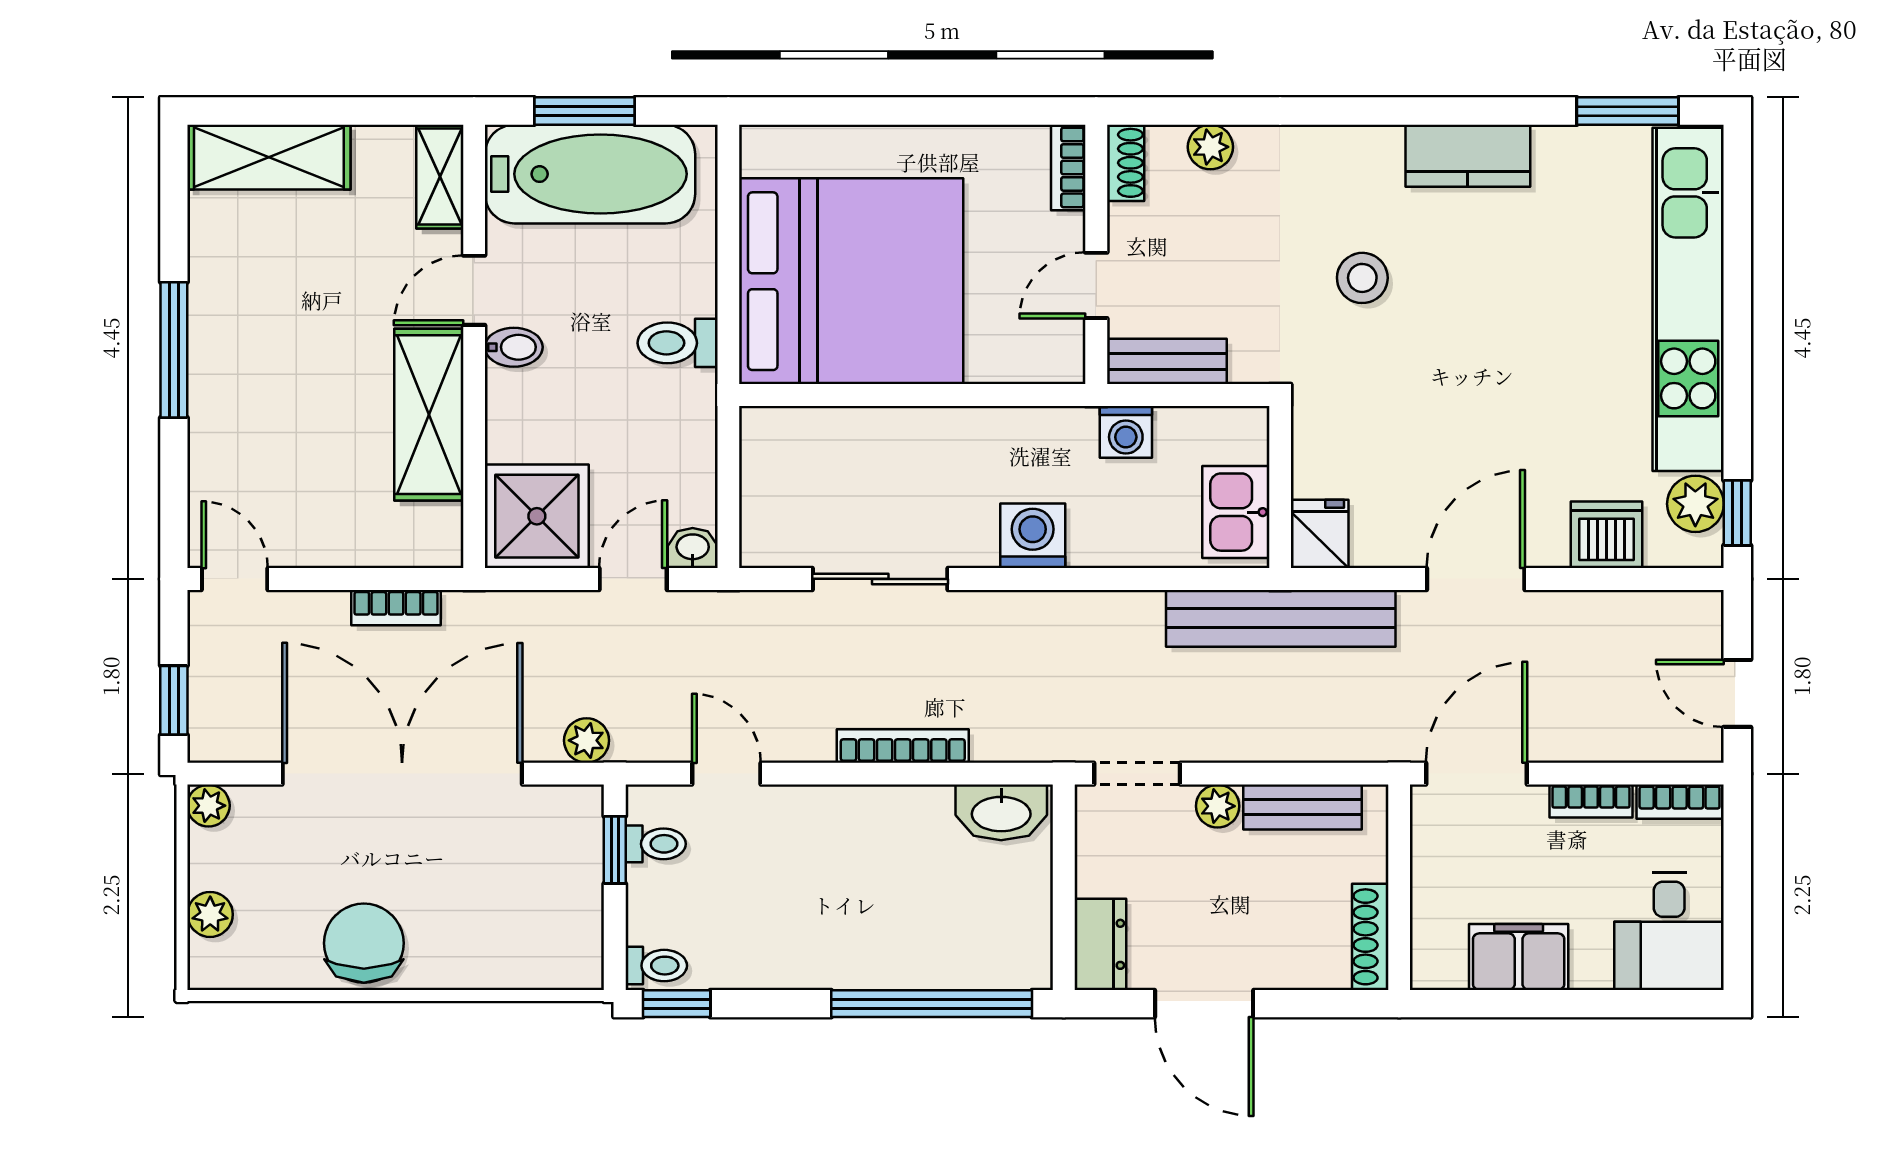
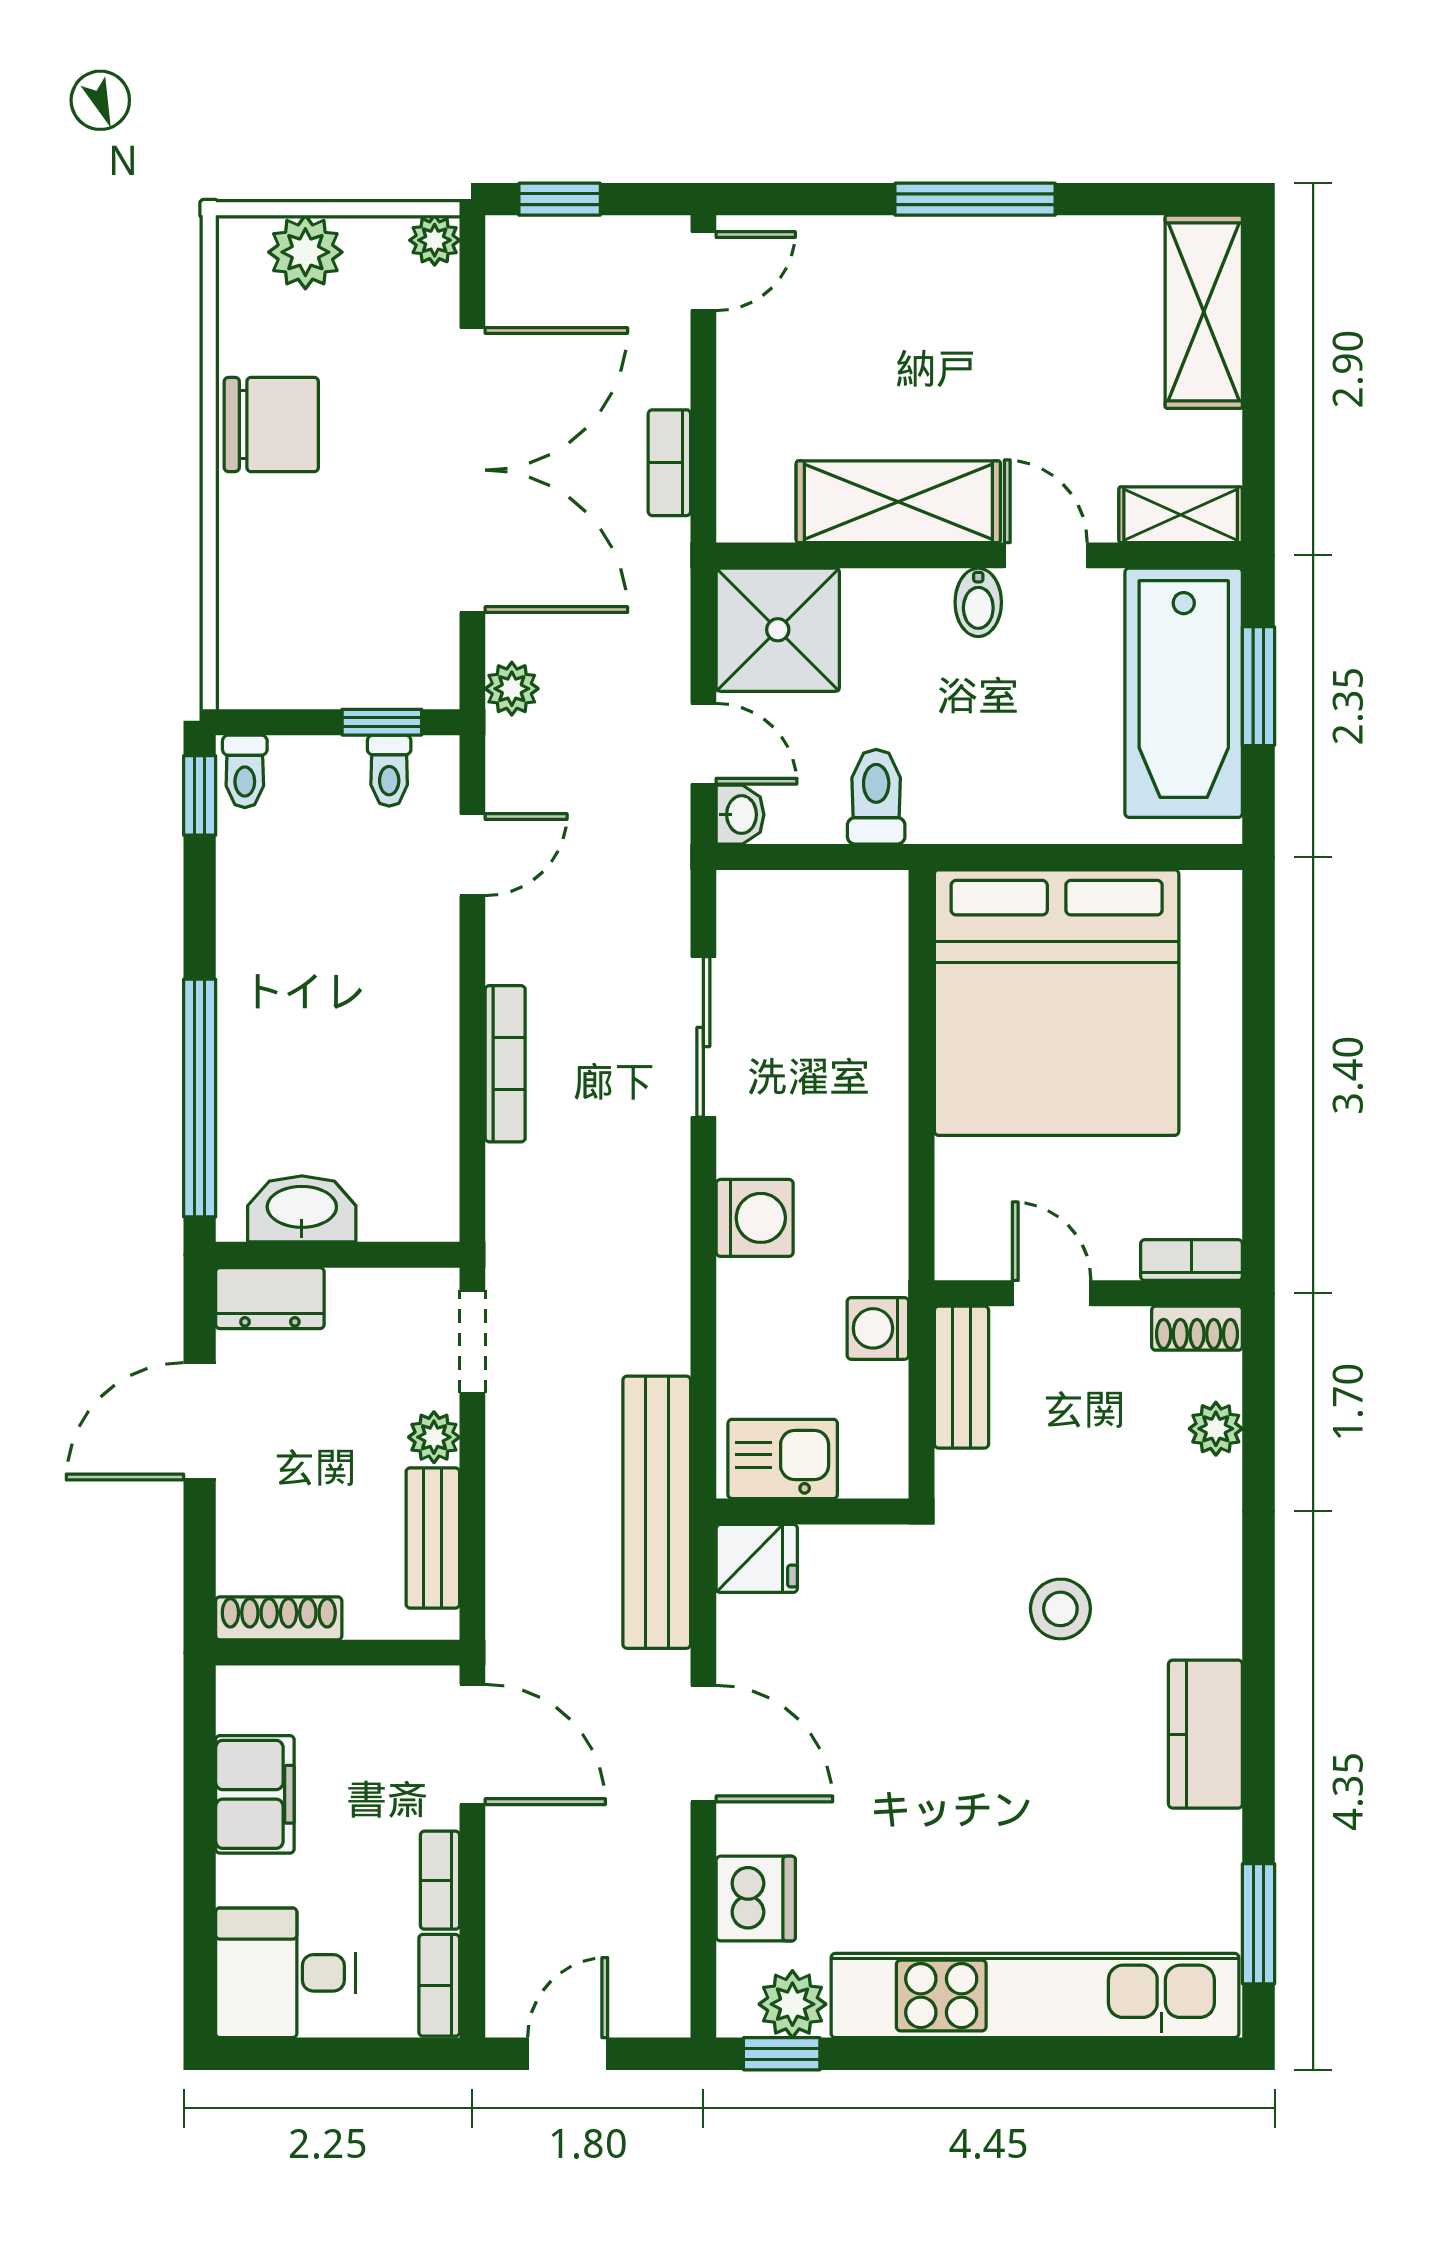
toilet: (678, 343) -> (876, 797), moved
washbasin: (1001, 812) -> (302, 1209), moved, turned 90
plant: (210, 914) -> (305, 252), width x1.38, depth x1.38

